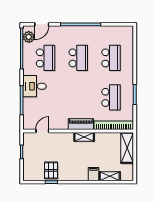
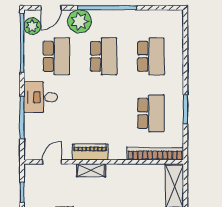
plant: (61, 34) -> (80, 21), added
piano: (81, 124) -> (90, 152), moved
shelving: (84, 137) -> (91, 170), moved

